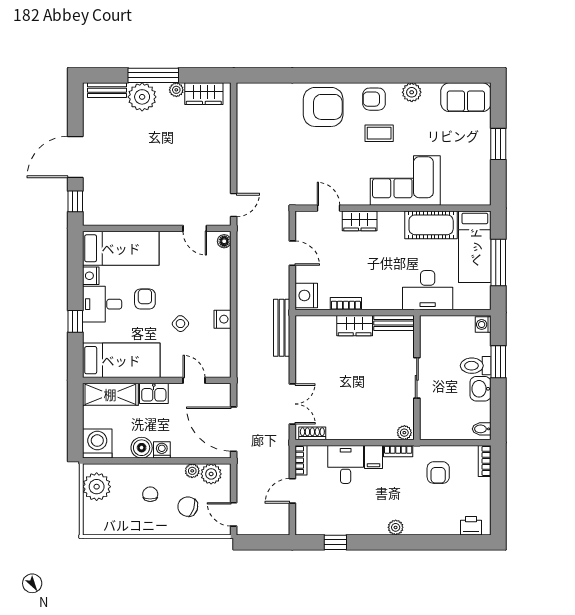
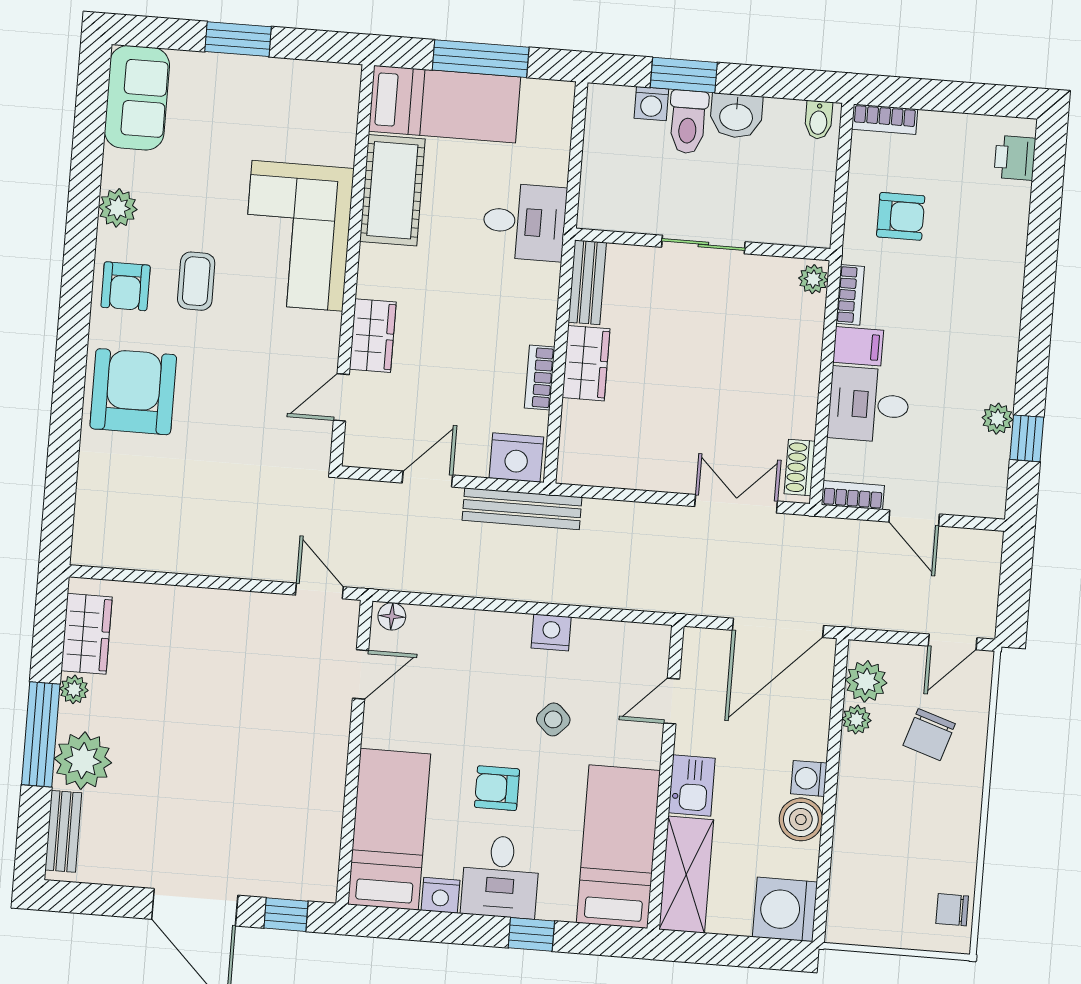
desk: (428, 290) -> (524, 222), width x0.73
washing machine: (483, 324) -> (651, 104), moved
bench: (282, 328) -> (522, 509), moved
plant: (97, 487) -> (873, 918), removed
chair: (150, 494) -> (952, 910), moved
plant: (396, 527) -> (997, 419), moved

